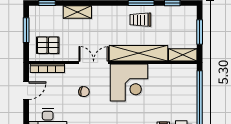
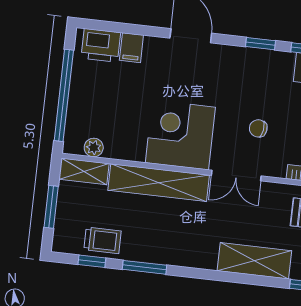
shelving: (77, 12) -> (254, 261), width x1.50, depth x1.33
trolley: (140, 20) -> (103, 240), moved
plant: (179, 69) -> (94, 148), added

